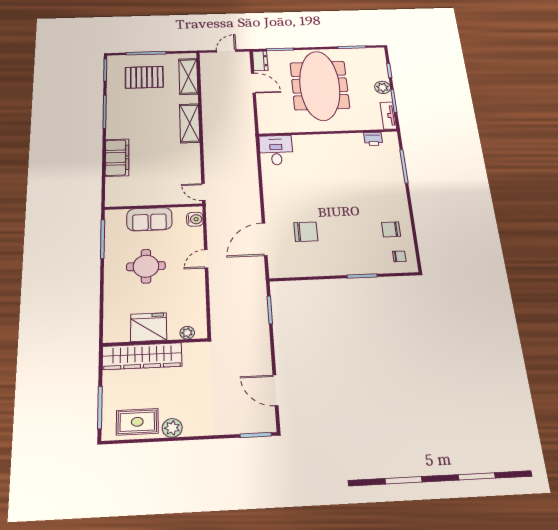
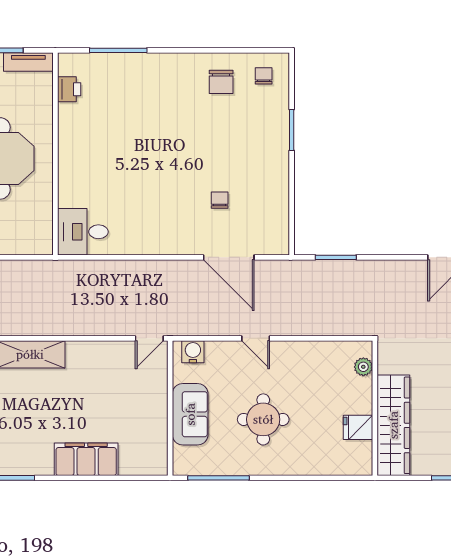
chair: (306, 232) -> (220, 200), width x0.54, depth x0.54
fridge: (149, 327) -> (358, 427), width x0.53, depth x0.75

